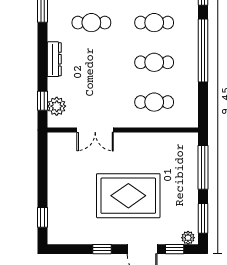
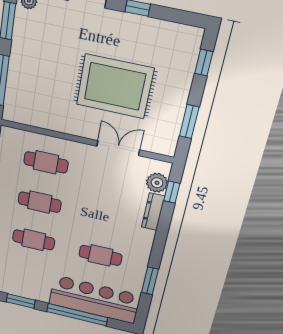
dresser: (54, 59) -> (153, 212), moved
window: (43, 167) -> (189, 122), added
rug: (128, 196) -> (115, 86), moved

